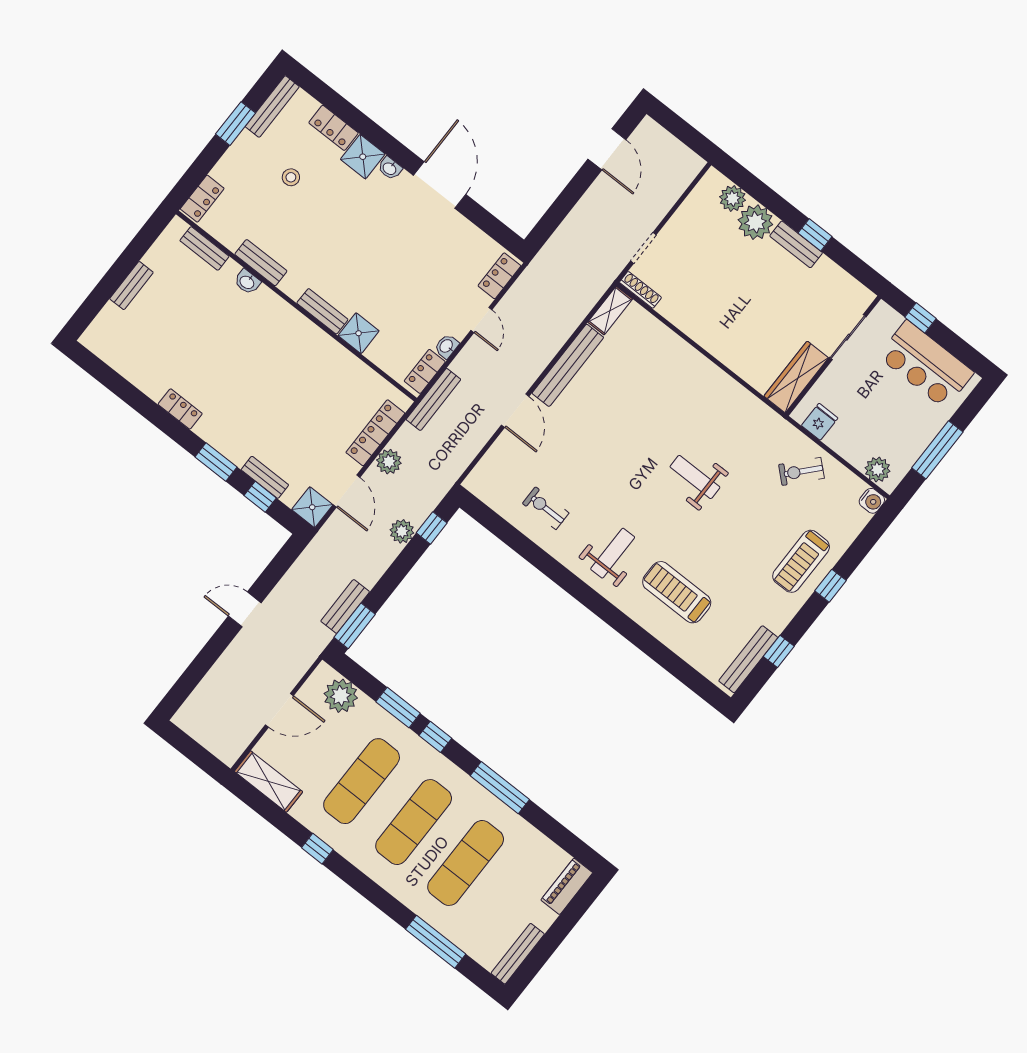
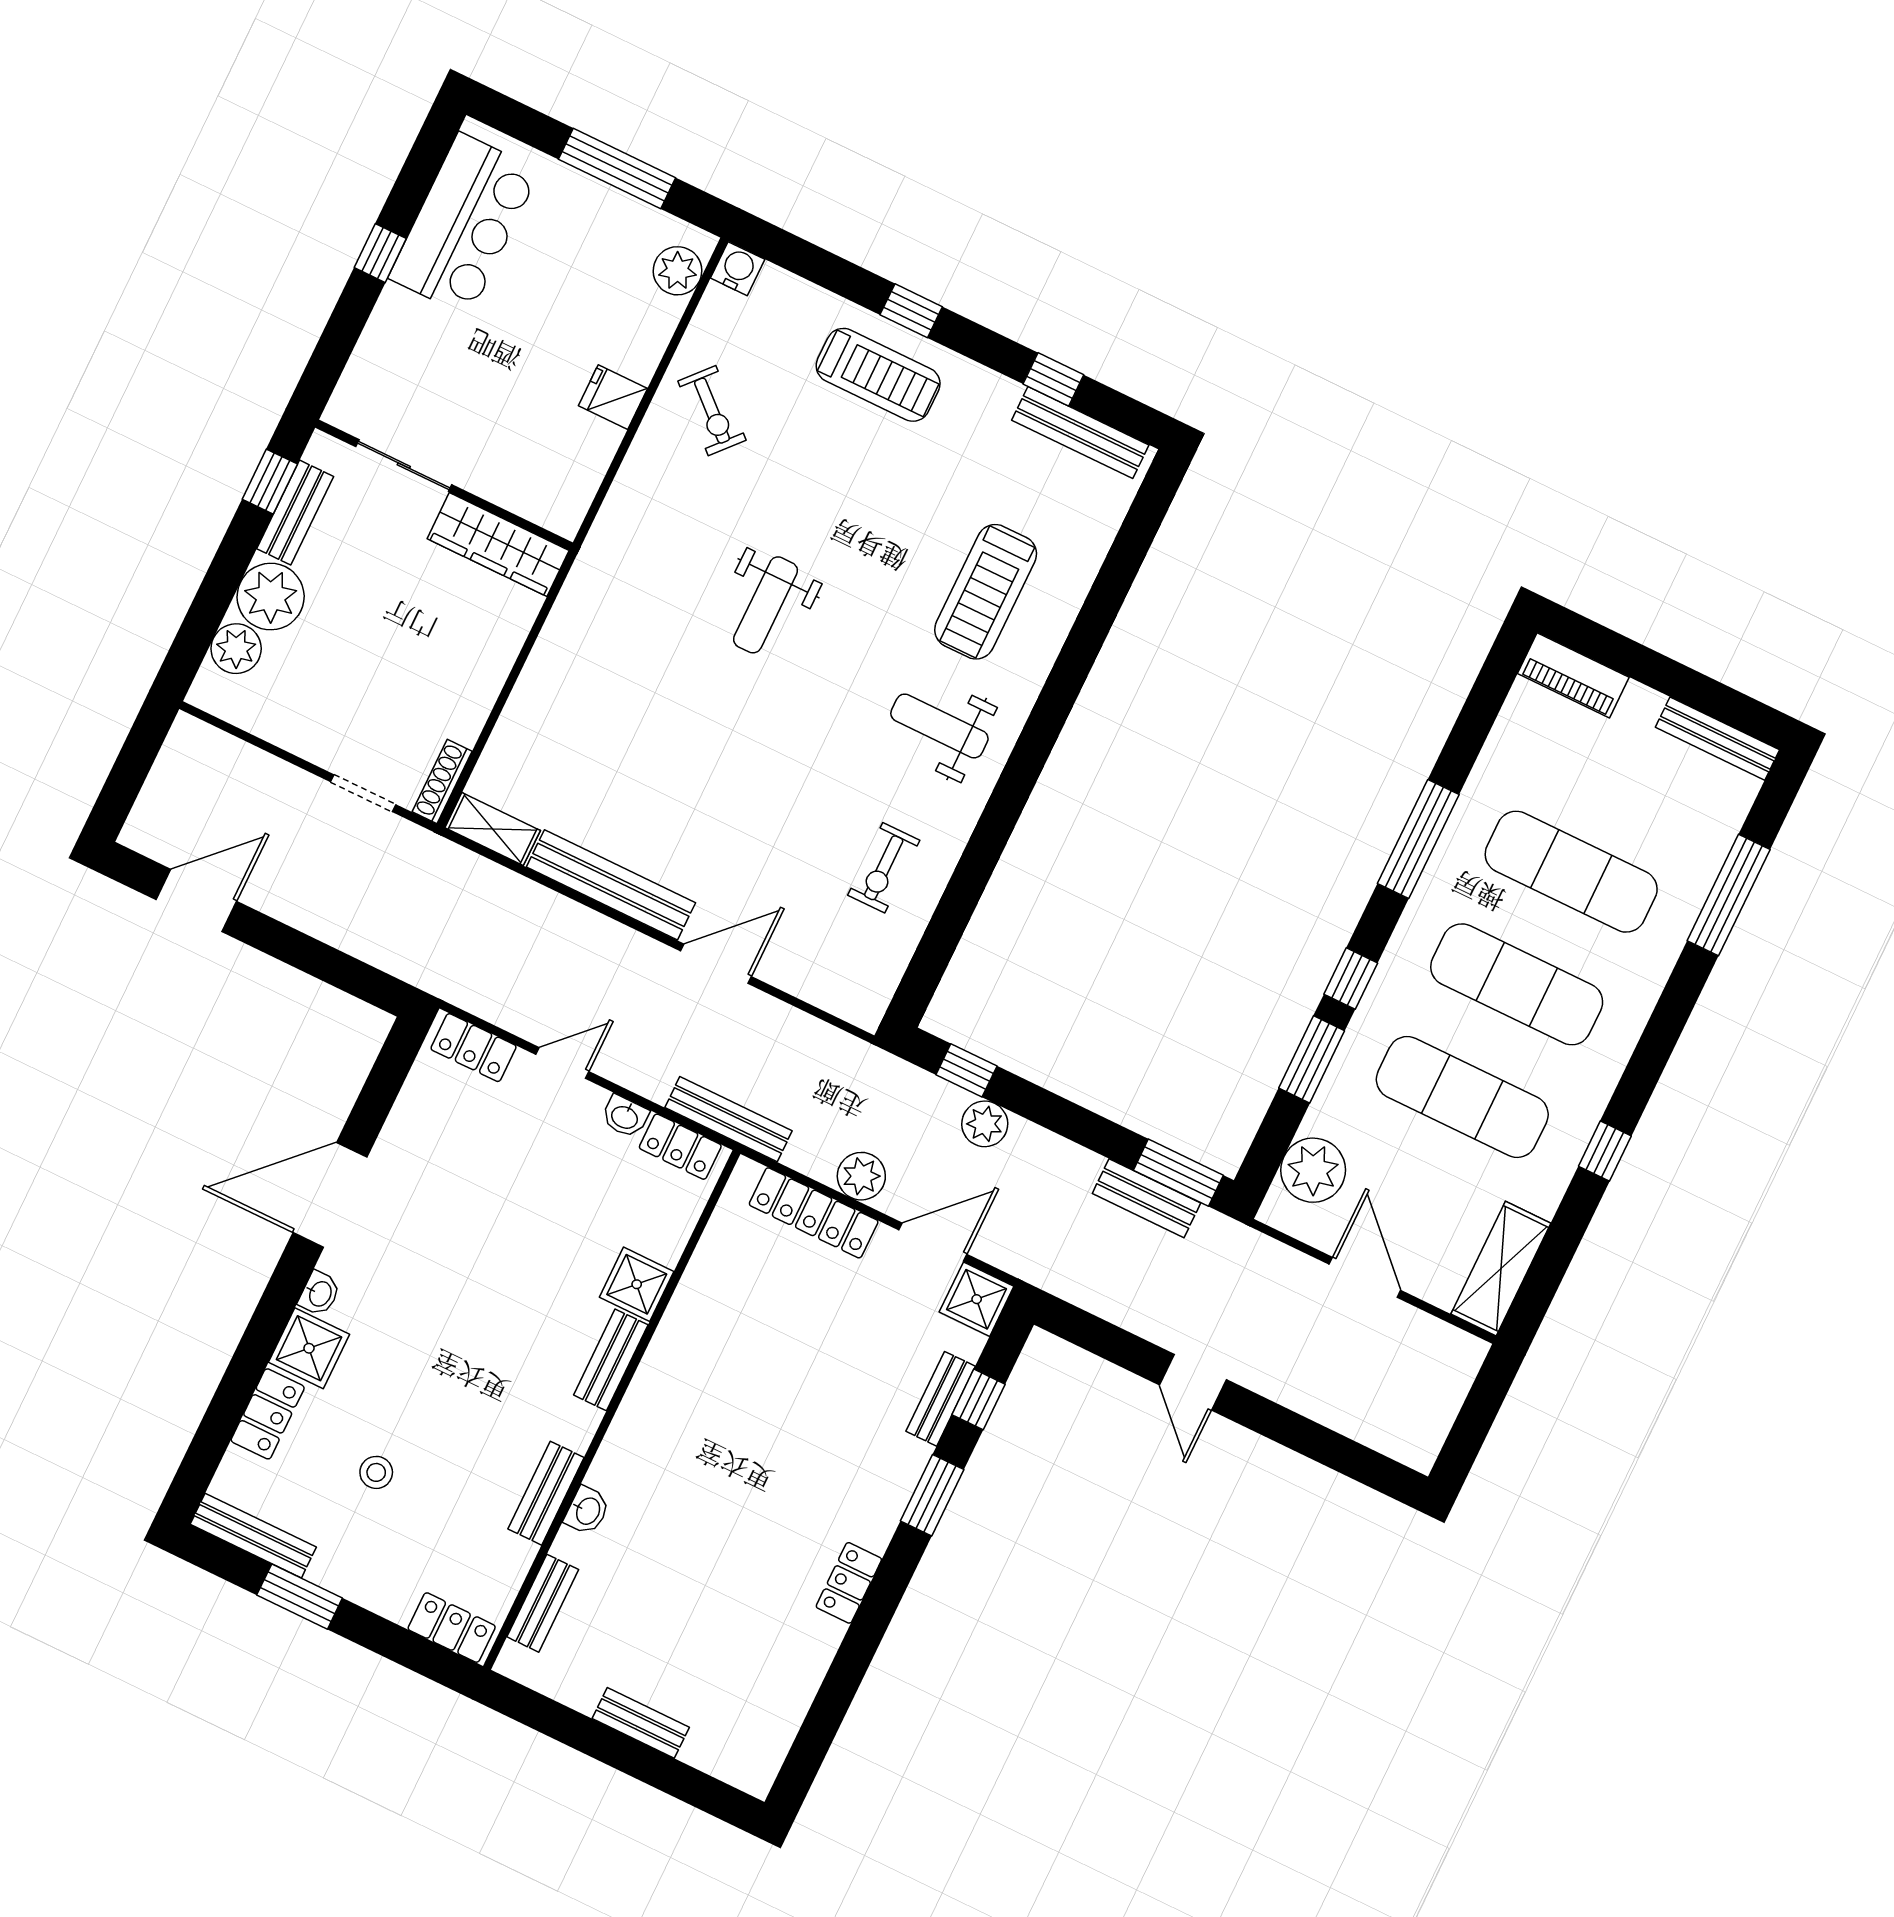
sliding door: (848, 337) -> (404, 466), moved
wall: (833, 356) -> (444, 485), moved
wardrobe: (796, 377) -> (498, 545), moved

